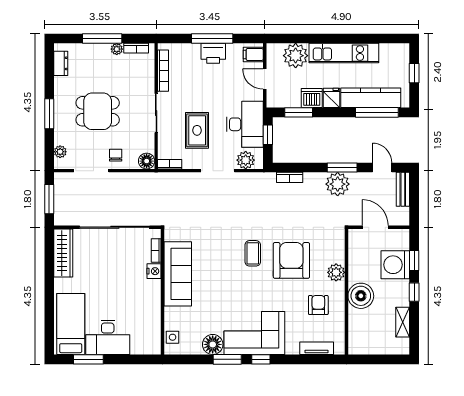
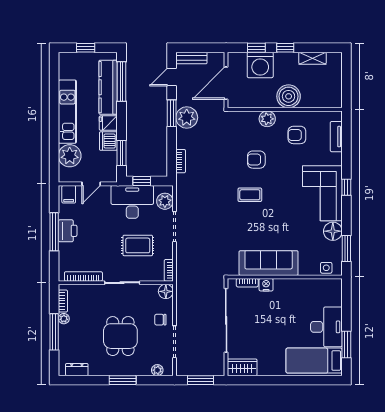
door: (375, 227) -> (226, 83), width x1.36
wardrobe: (63, 253) -> (242, 367), width x0.67
armchair: (291, 260) -> (256, 160), width x0.53, depth x0.53
window: (227, 359) -> (346, 249), moved

